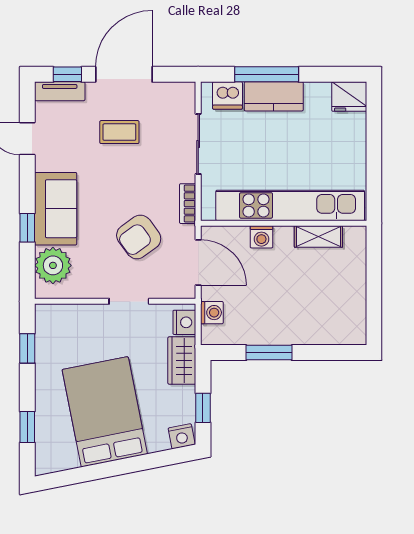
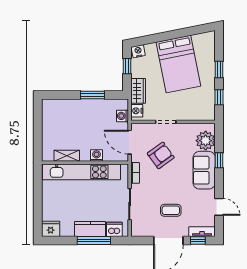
window: (27, 427) -> (219, 69), moved

